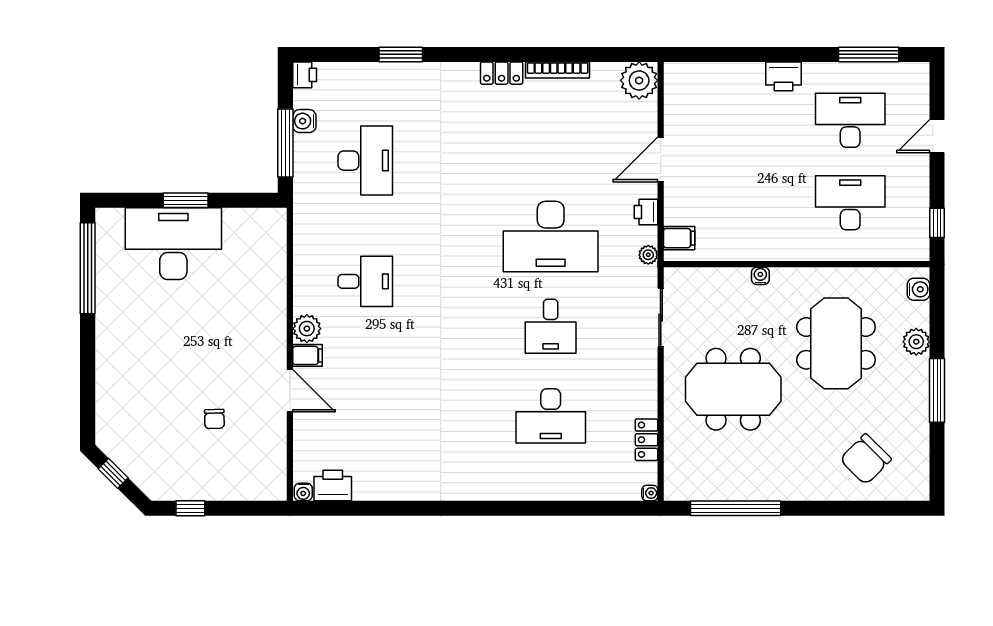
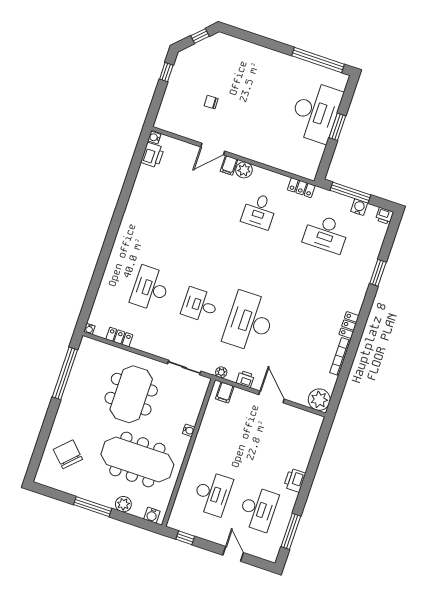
locker: (304, 226) -> (301, 188), added
meeting table: (836, 343) -> (137, 460), width x1.36

